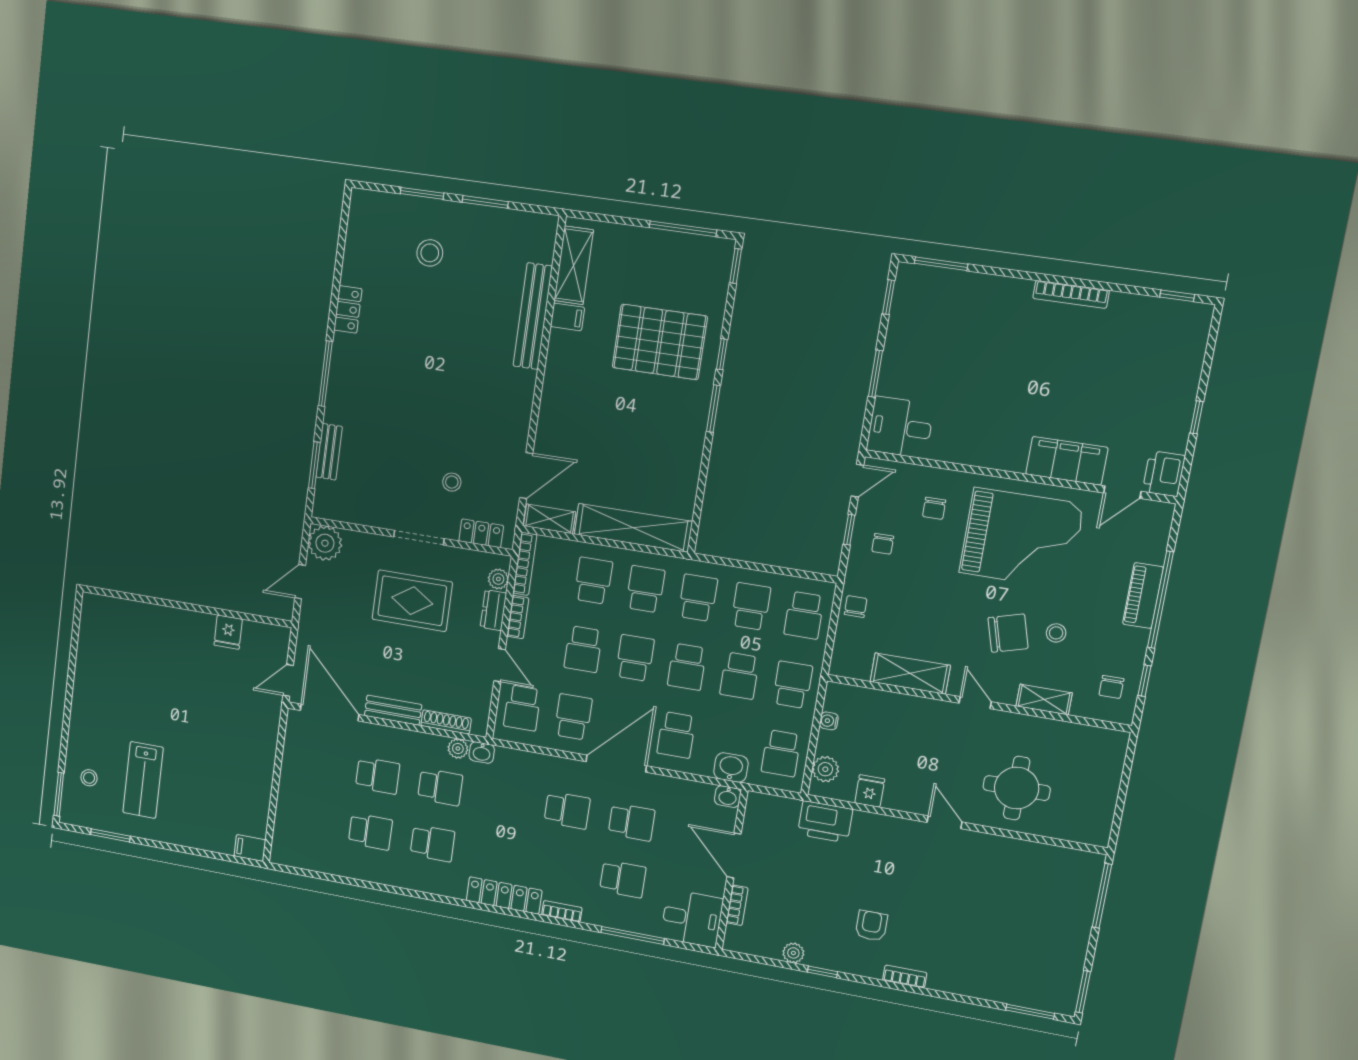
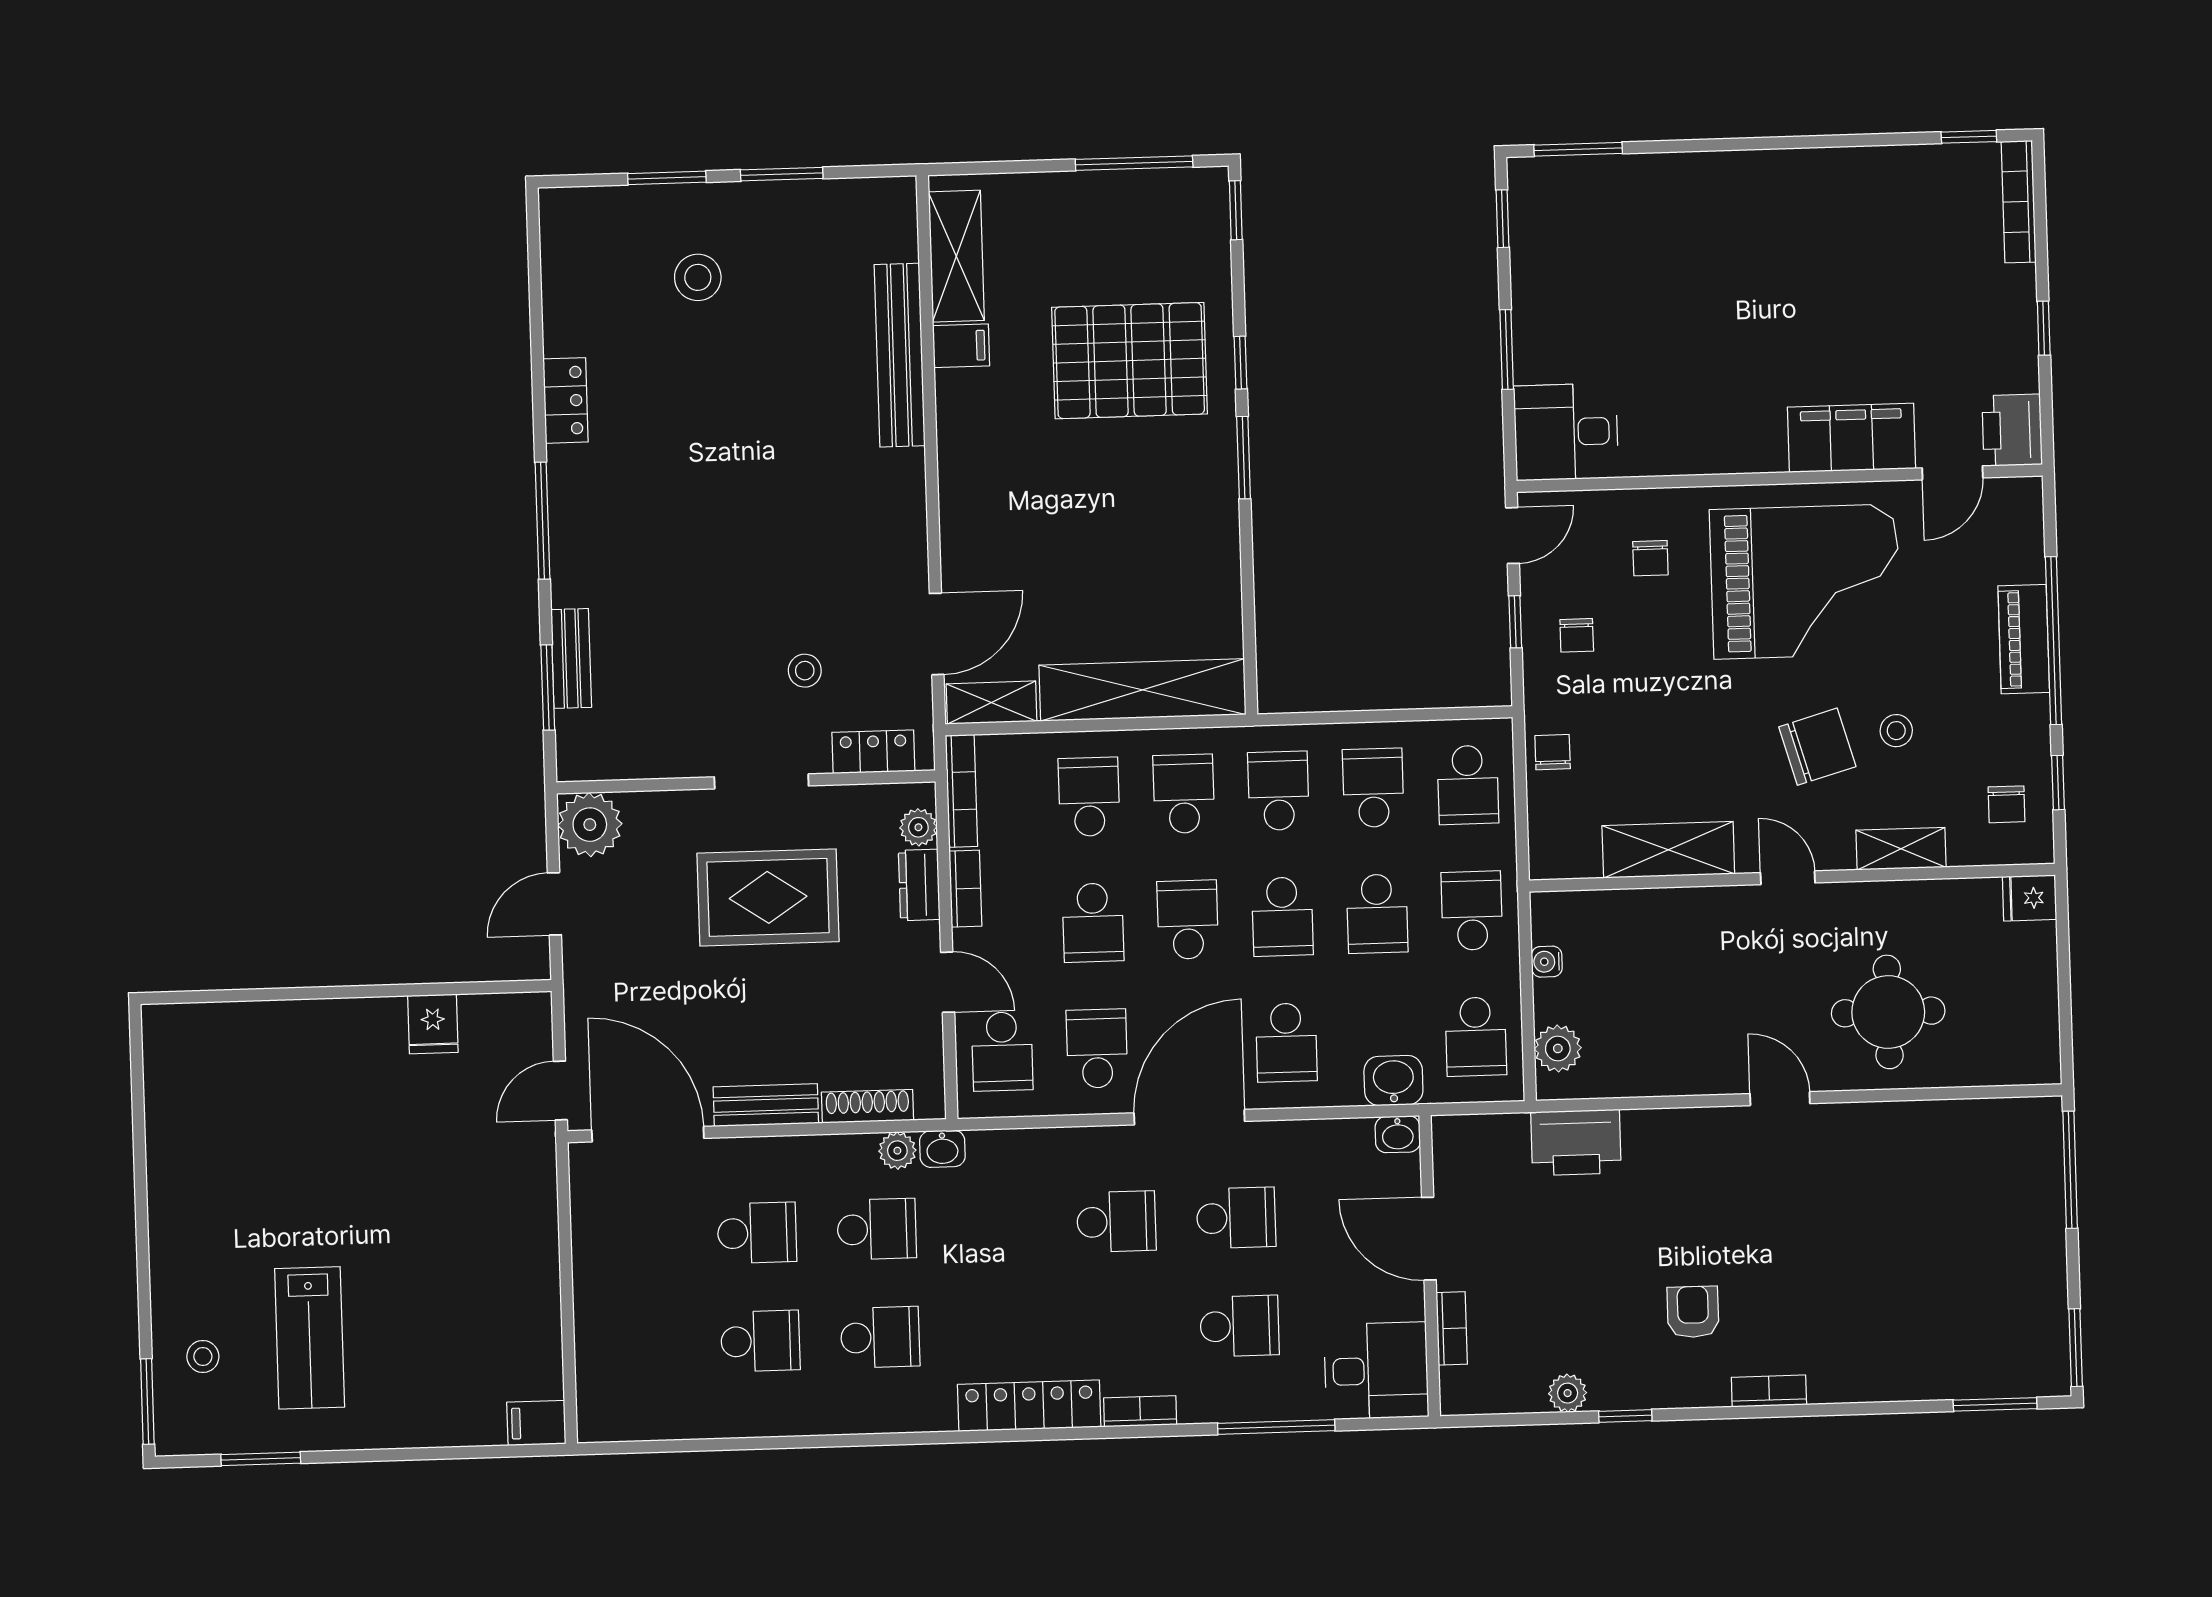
bookcase: (1071, 294) -> (2019, 202), moved, turned 90
fridge: (870, 791) -> (2030, 898), moved, turned -90

